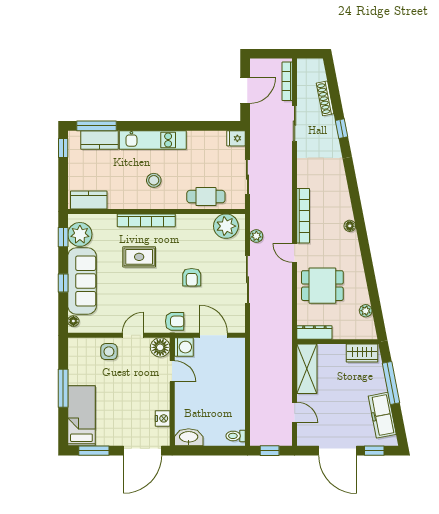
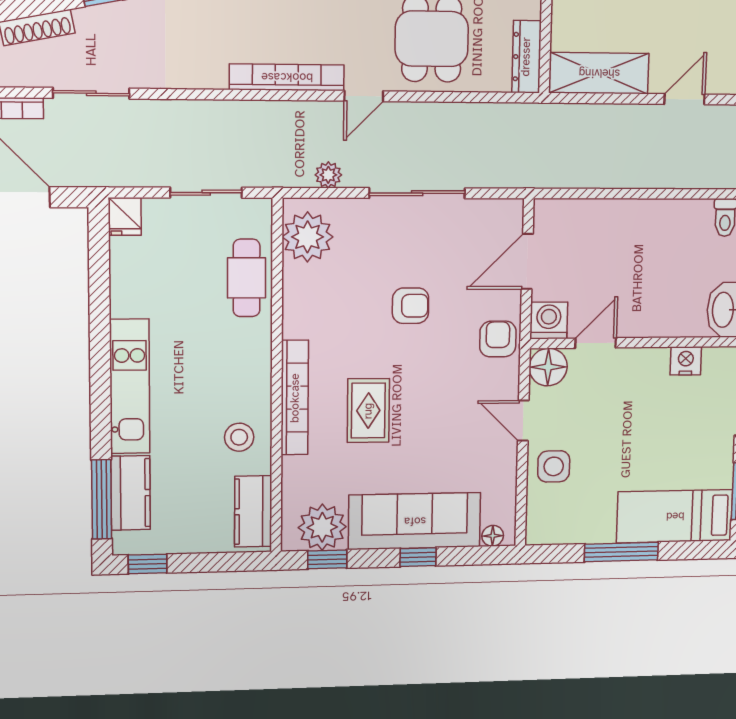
stool: (154, 180) -> (239, 437), moved

